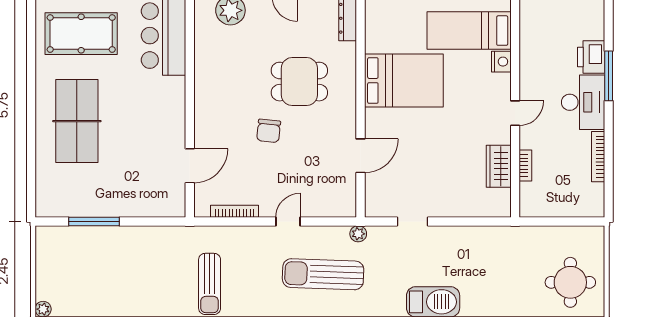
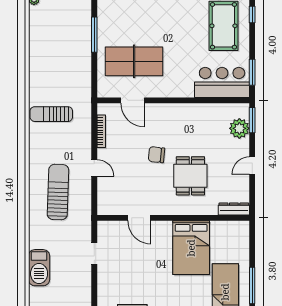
table tennis table: (77, 121) -> (134, 61), moved
plant: (358, 234) -> (86, 216), removed

